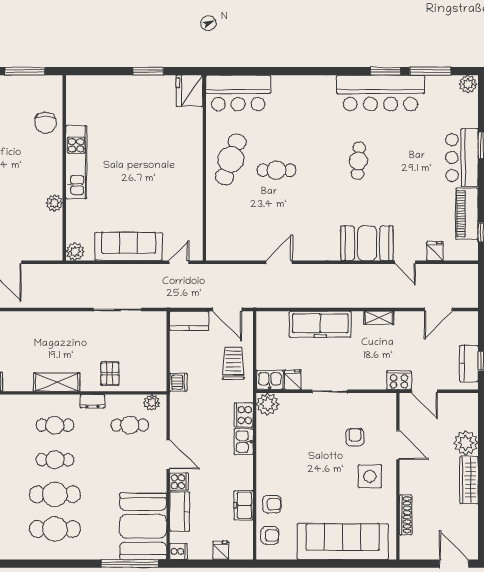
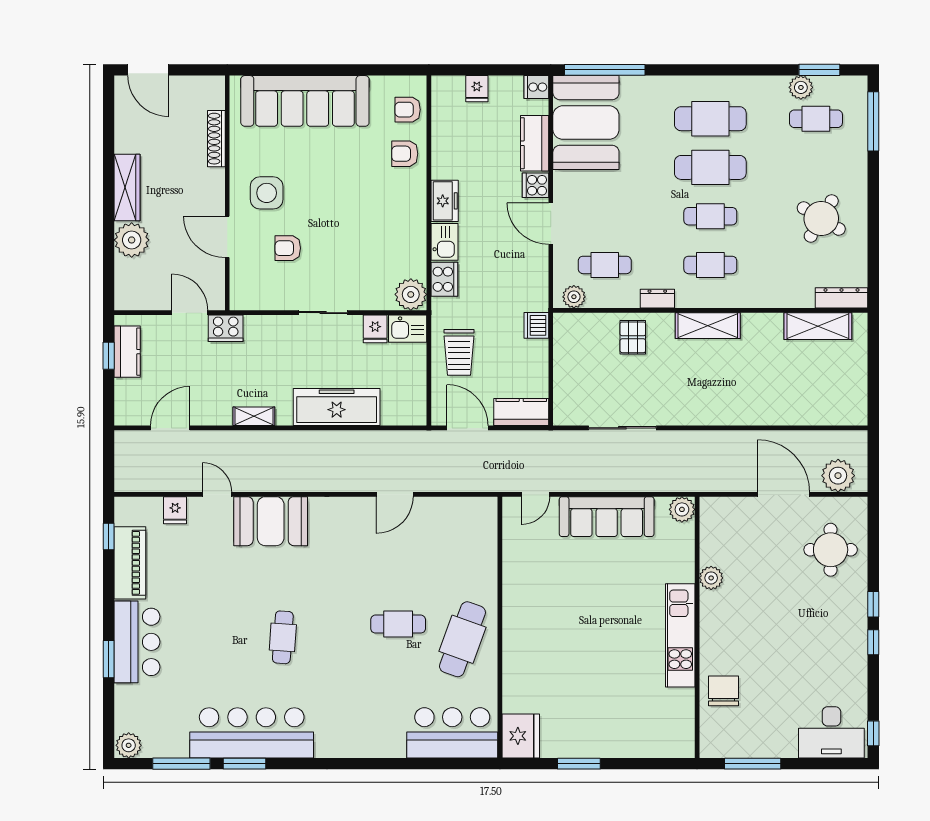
armchair: (355, 437) -> (288, 248), turned 90
freezer: (244, 505) -> (445, 201), moved

